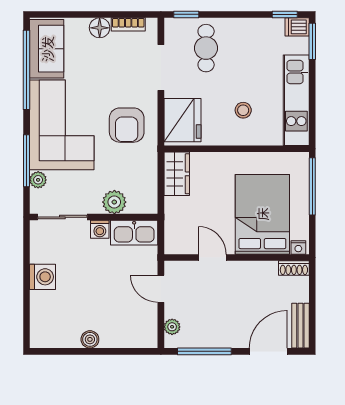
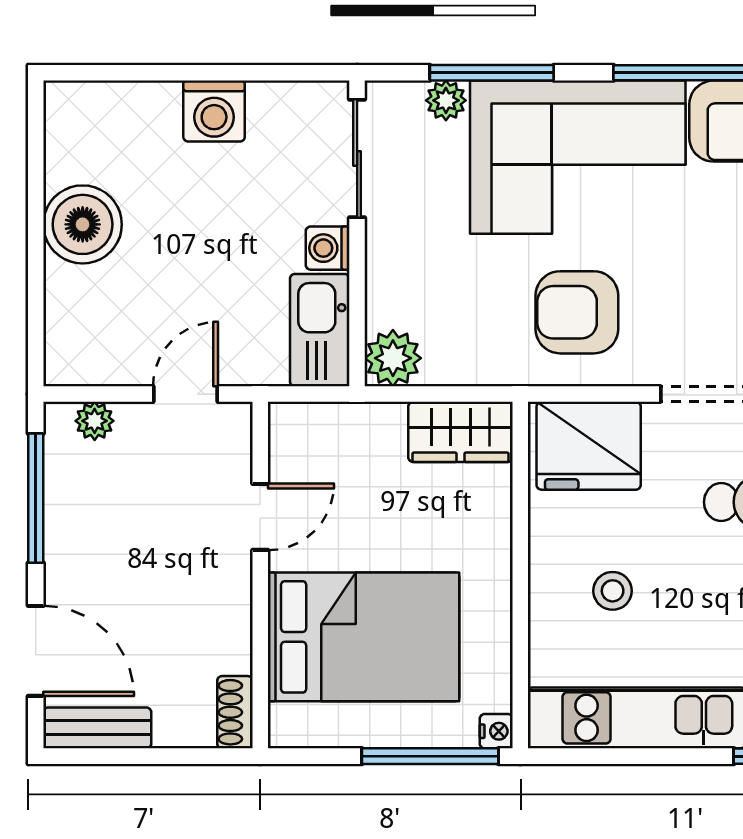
plant: (114, 202) -> (393, 358), moved
nightstand: (298, 248) -> (496, 731), moved, turned 180
boiler: (90, 339) -> (83, 224), width x1.86, depth x1.86

